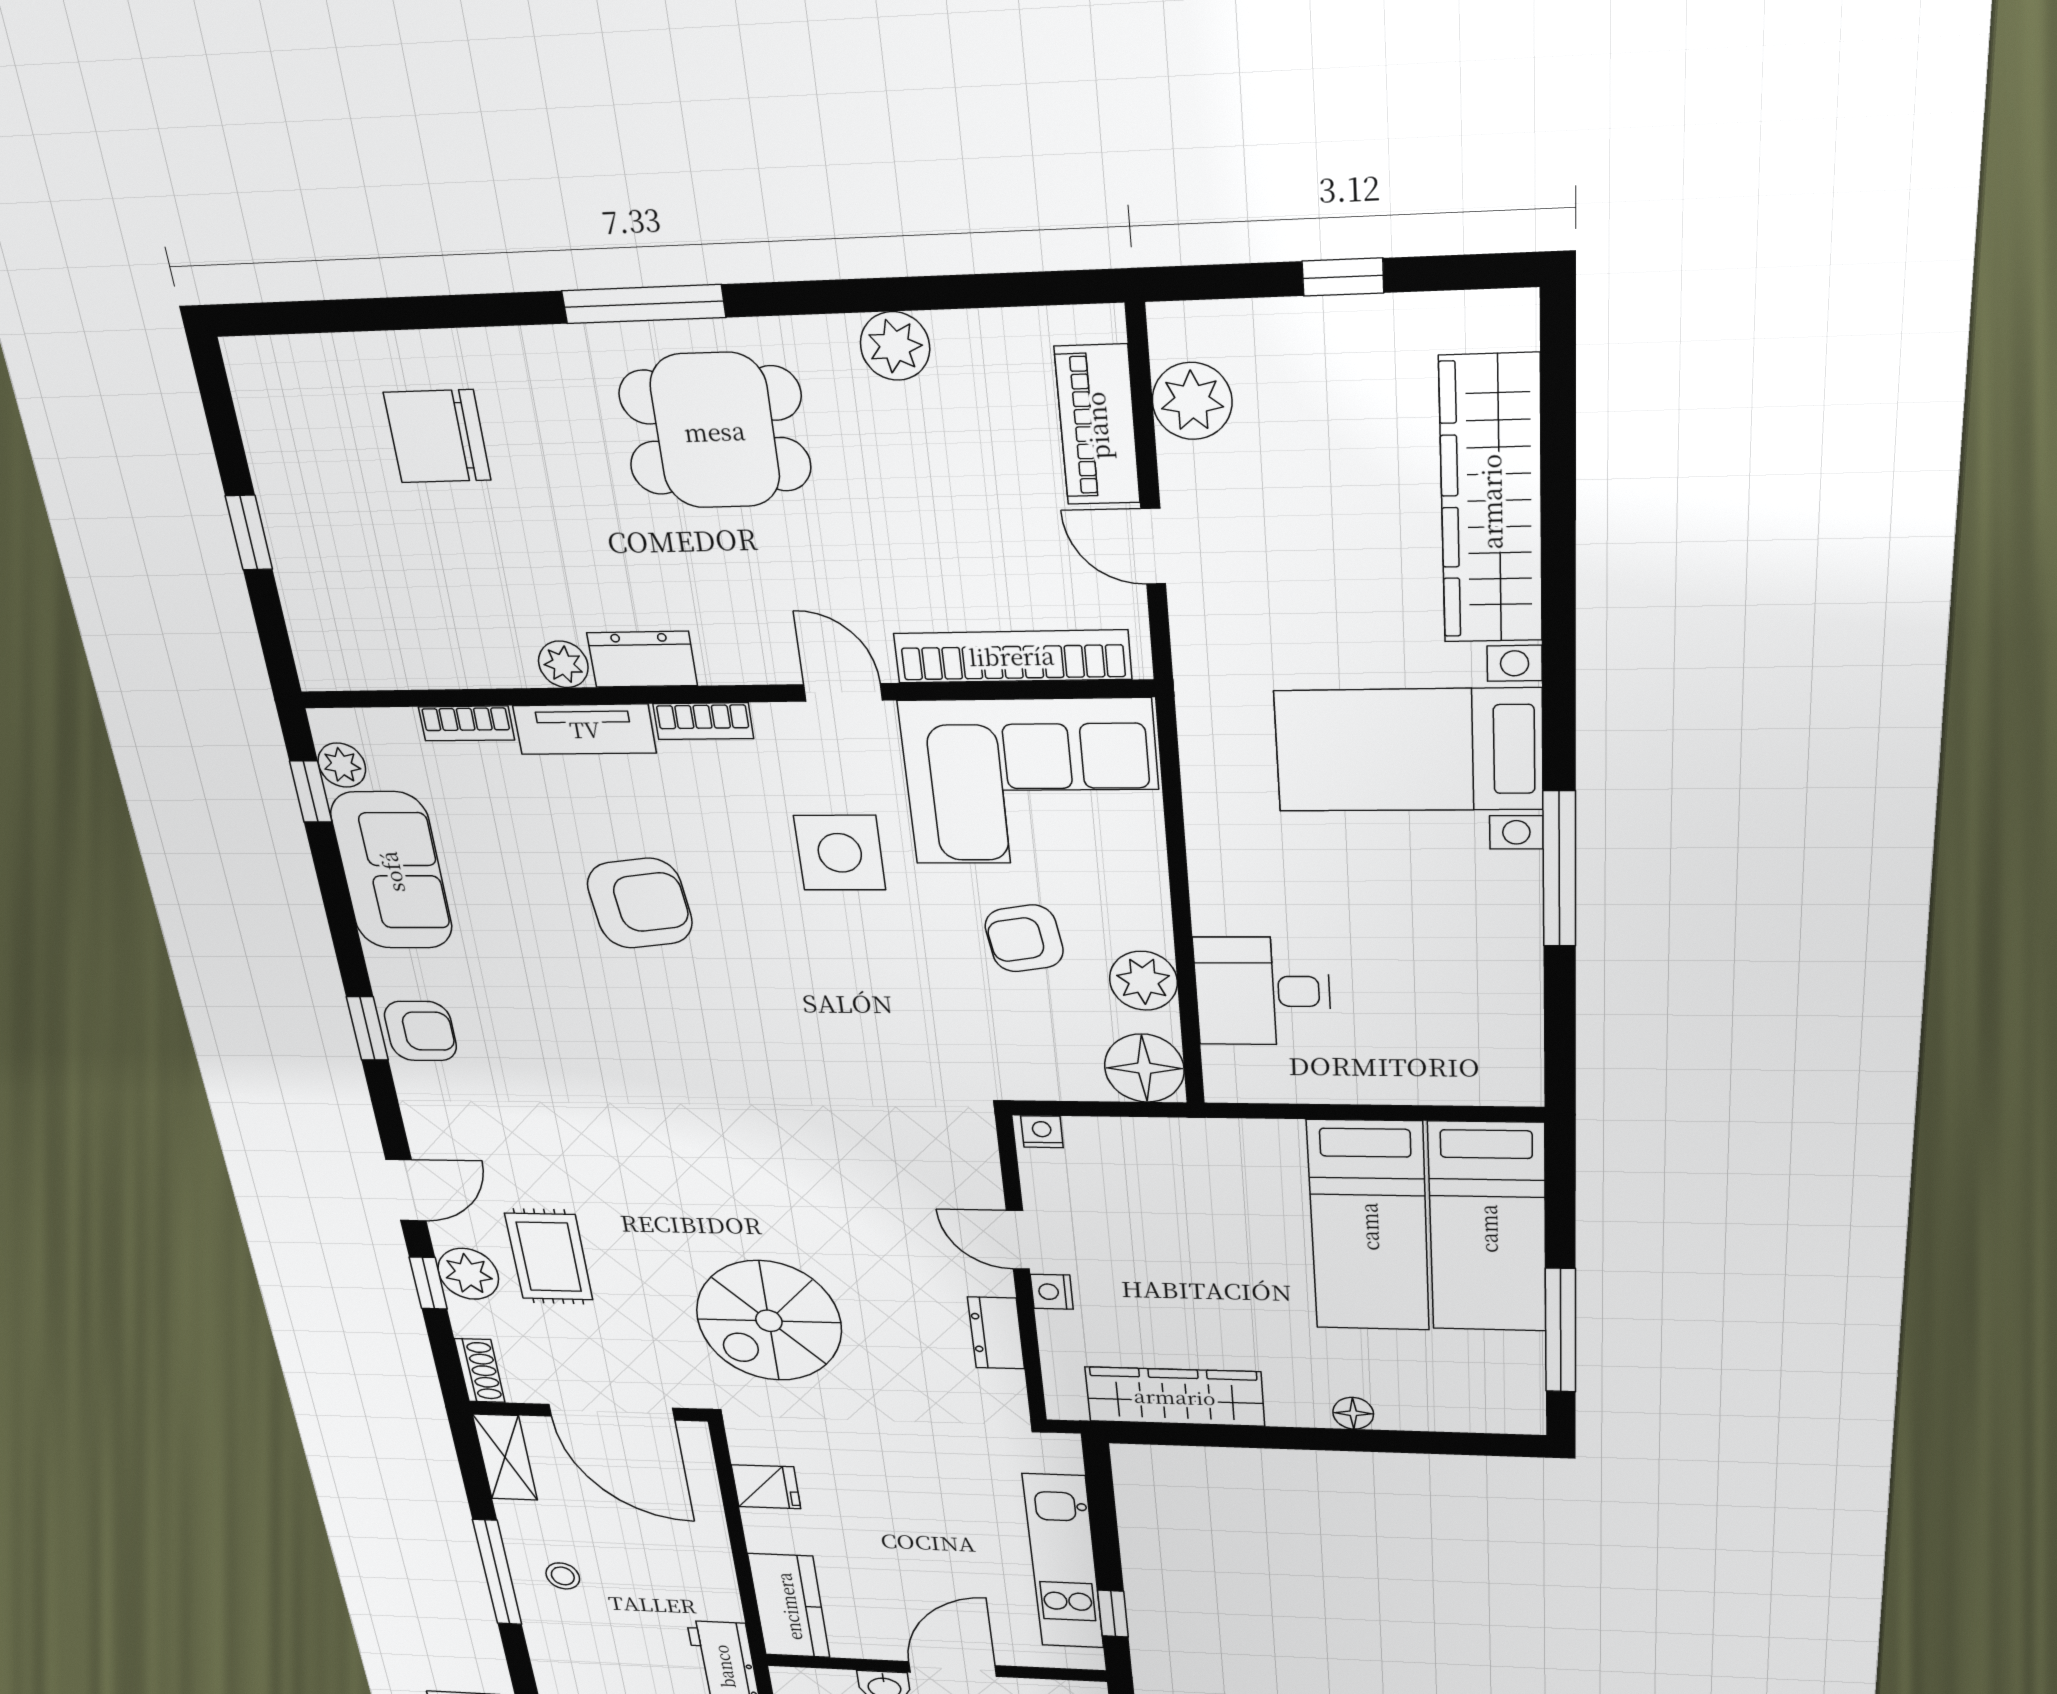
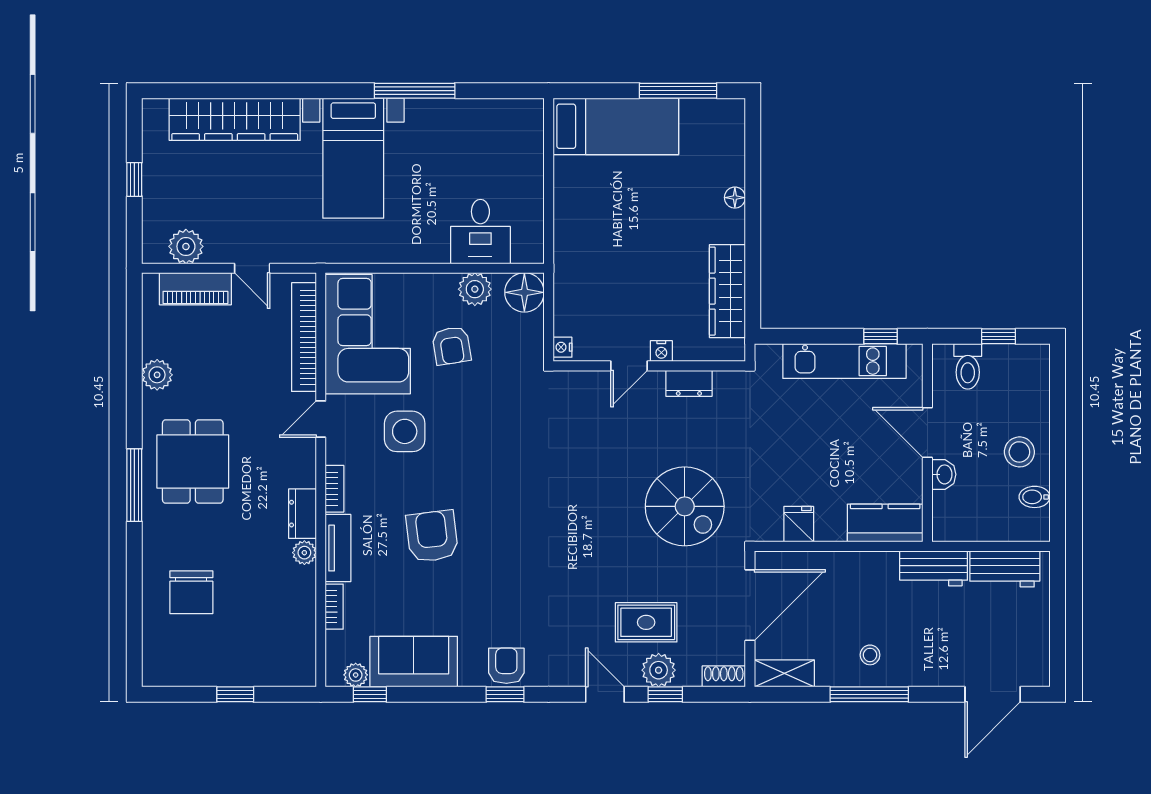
door: (1153, 546) -> (252, 268), hinge flipped
bed: (1369, 1226) -> (616, 185), removed

